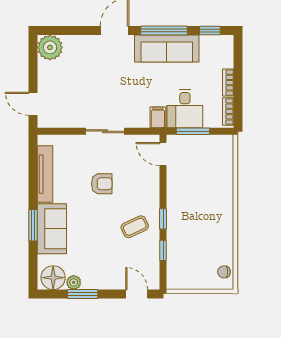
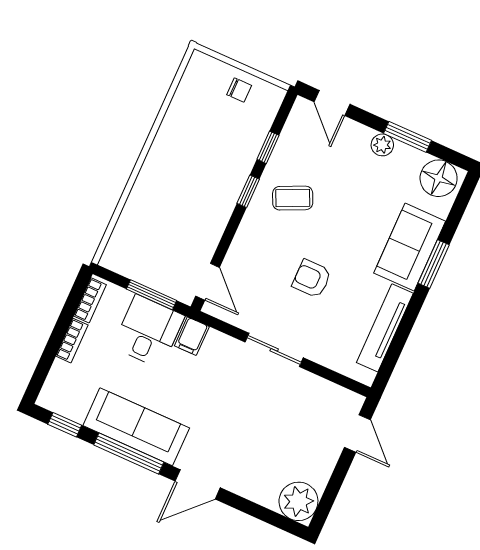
chair: (224, 272) -> (239, 90), moved
plant: (74, 282) -> (382, 145), moved

